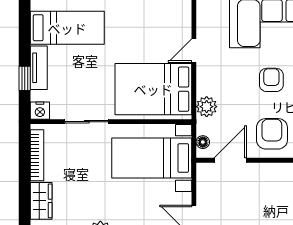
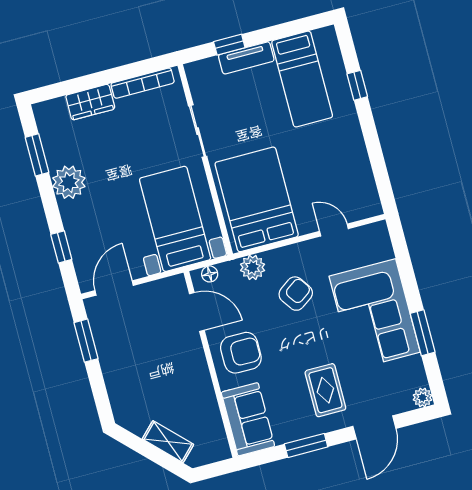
door: (194, 51) -> (334, 230), moved
armchair: (271, 80) -> (296, 294), moved, turned -35
nightstand: (40, 111) -> (196, 73), removed

